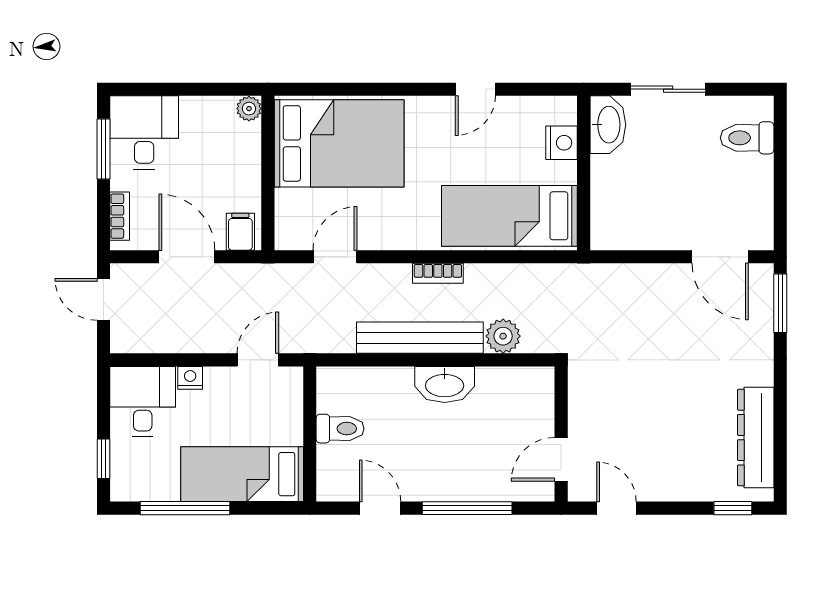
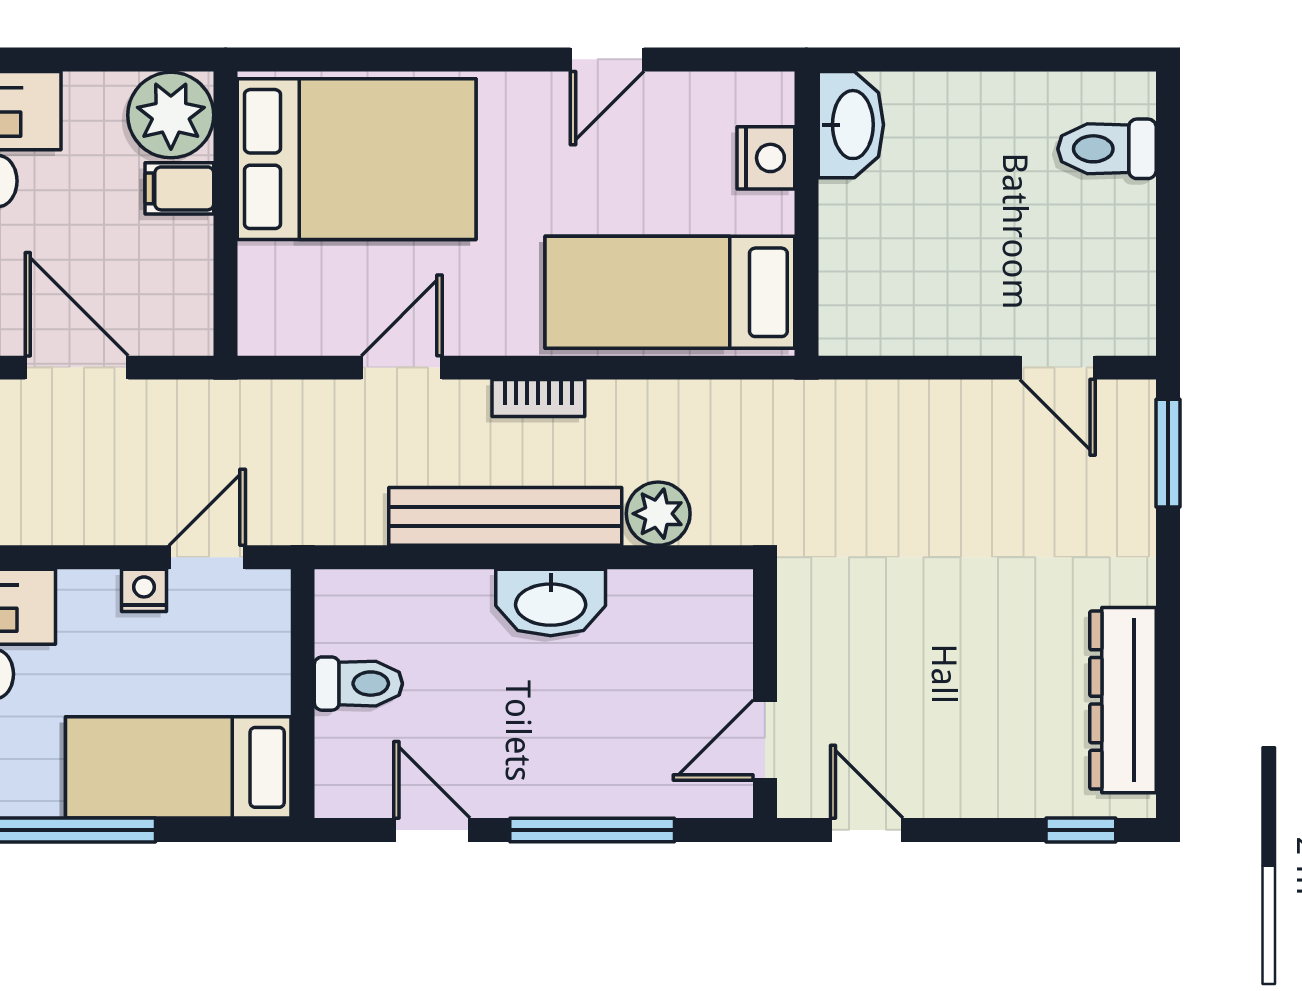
sliding door: (668, 89) -> (962, 59), removed
plant: (249, 109) -> (171, 115), width x1.88, depth x1.88
filing cabinet: (240, 232) -> (179, 188), moved, turned -90
door: (335, 257) -> (402, 368), moved
door: (720, 257) -> (1058, 368), width x0.73
nightstand: (190, 378) -> (144, 590), moved

